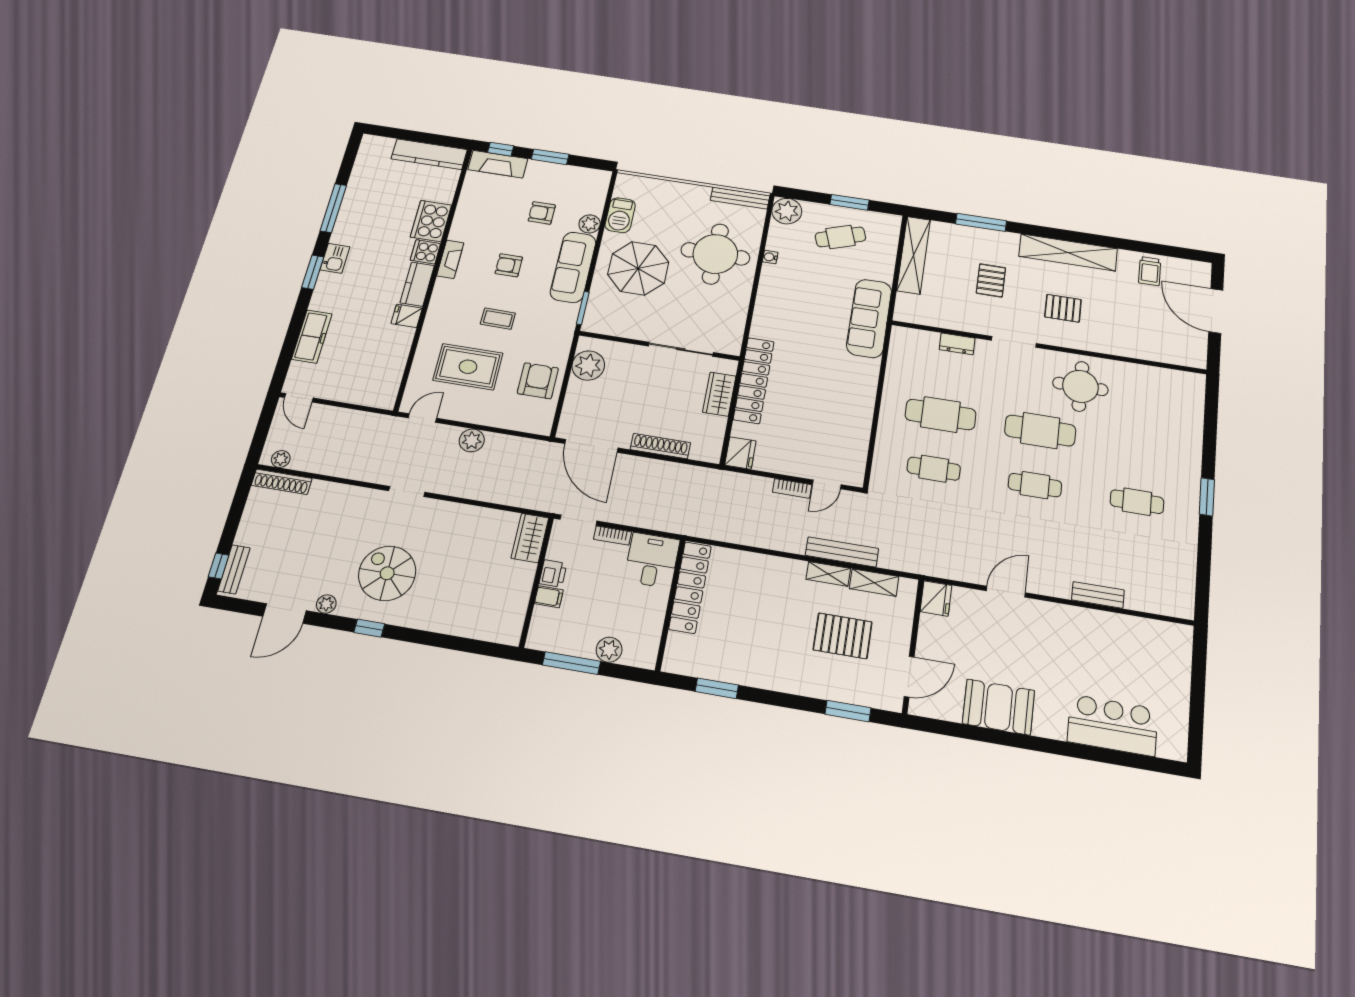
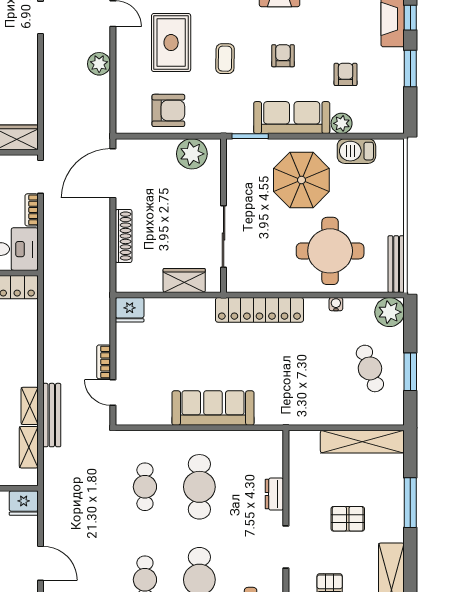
sofa: (869, 318) -> (213, 408), moved
locker: (754, 380) -> (259, 310), moved

